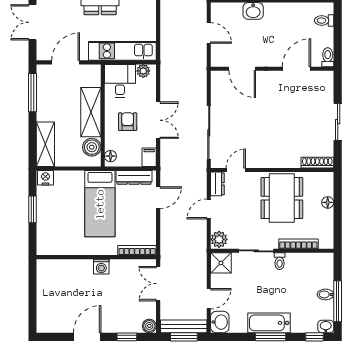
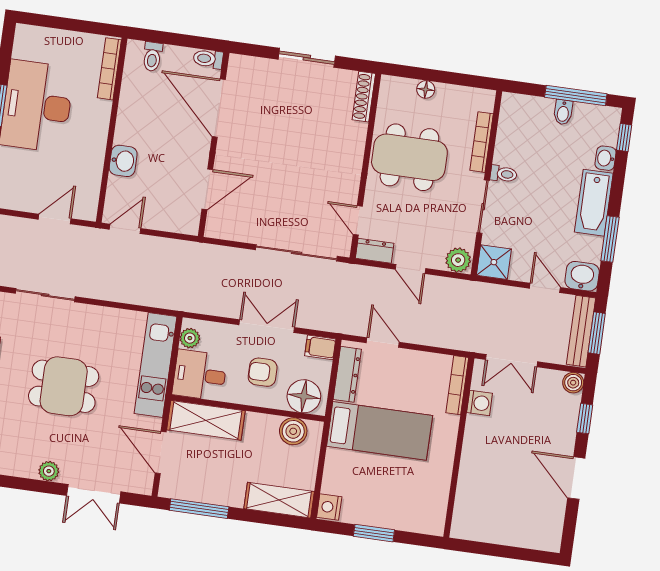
door: (209, 33) -> (125, 229), moved
door: (297, 69) -> (219, 108), width x1.36
shelving: (91, 112) -> (206, 420), moved
floor lamp: (110, 156) -> (304, 396), width x1.89, depth x1.89
washing machine: (101, 267) -> (480, 403), moved
washbasin: (326, 326) -> (606, 158), moved
window: (271, 337) -> (610, 239), moved

